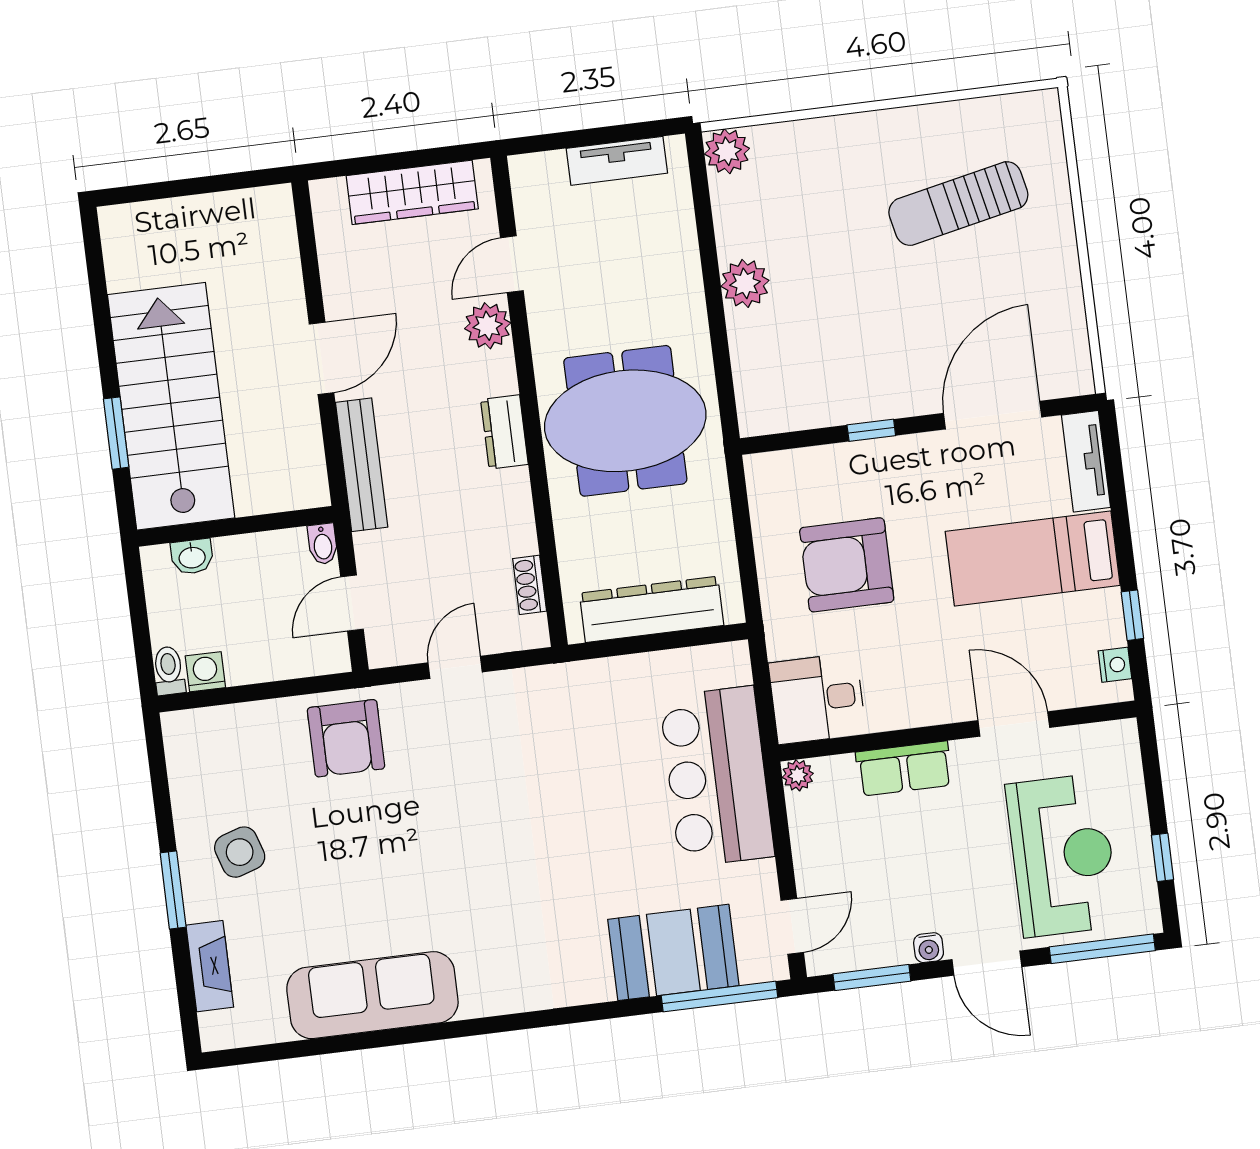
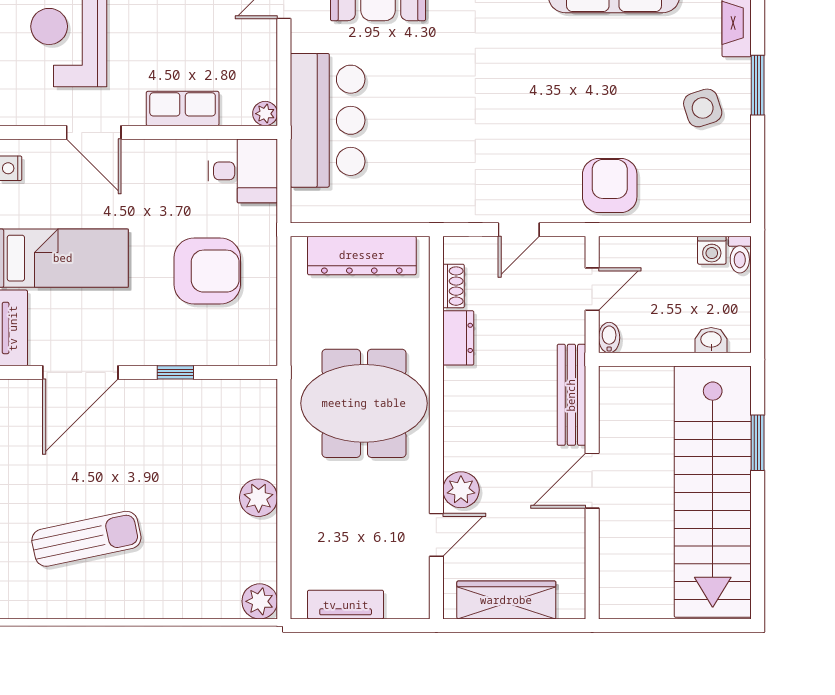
stairs: (171, 406) -> (713, 492), width x1.36
dresser: (504, 432) -> (458, 338), moved

